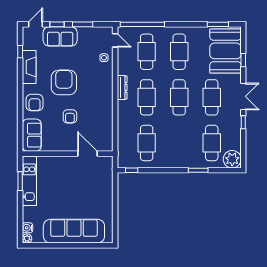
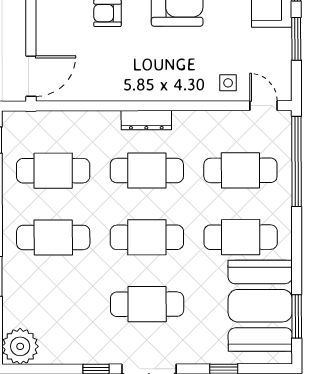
door: (115, 40) -> (263, 106), swing flipped
booth: (225, 51) -> (260, 306), moved, turned 90
dresser: (122, 87) -> (146, 120), moved
cafe table: (212, 143) -> (53, 237), moved
door: (88, 154) -> (31, 76), moved

